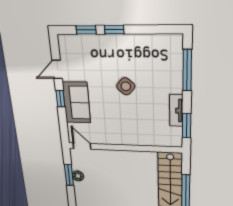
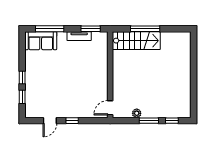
door: (57, 69) -> (50, 121), hinge flipped
side table: (126, 86) -> (62, 71), removed
sofa: (76, 103) -> (41, 41), moved, turned 180
window: (69, 175) -> (149, 121), moved

